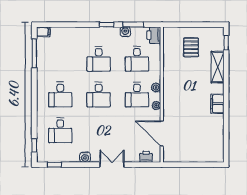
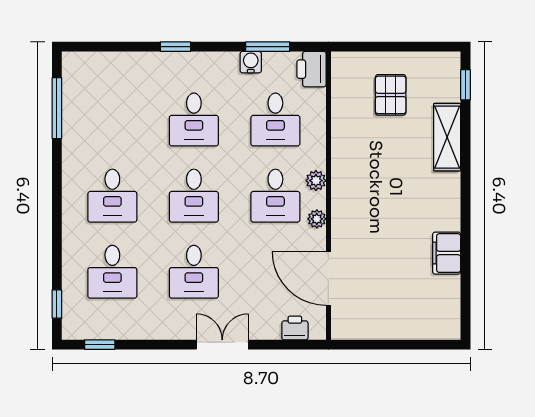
window: (107, 25) -> (175, 47), moved
filing cabinet: (43, 32) -> (76, 62), removed
filing cabinet: (217, 104) -> (447, 253), moved
desk: (99, 130) -> (194, 272), added
water cooler: (85, 157) -> (165, 329), removed

